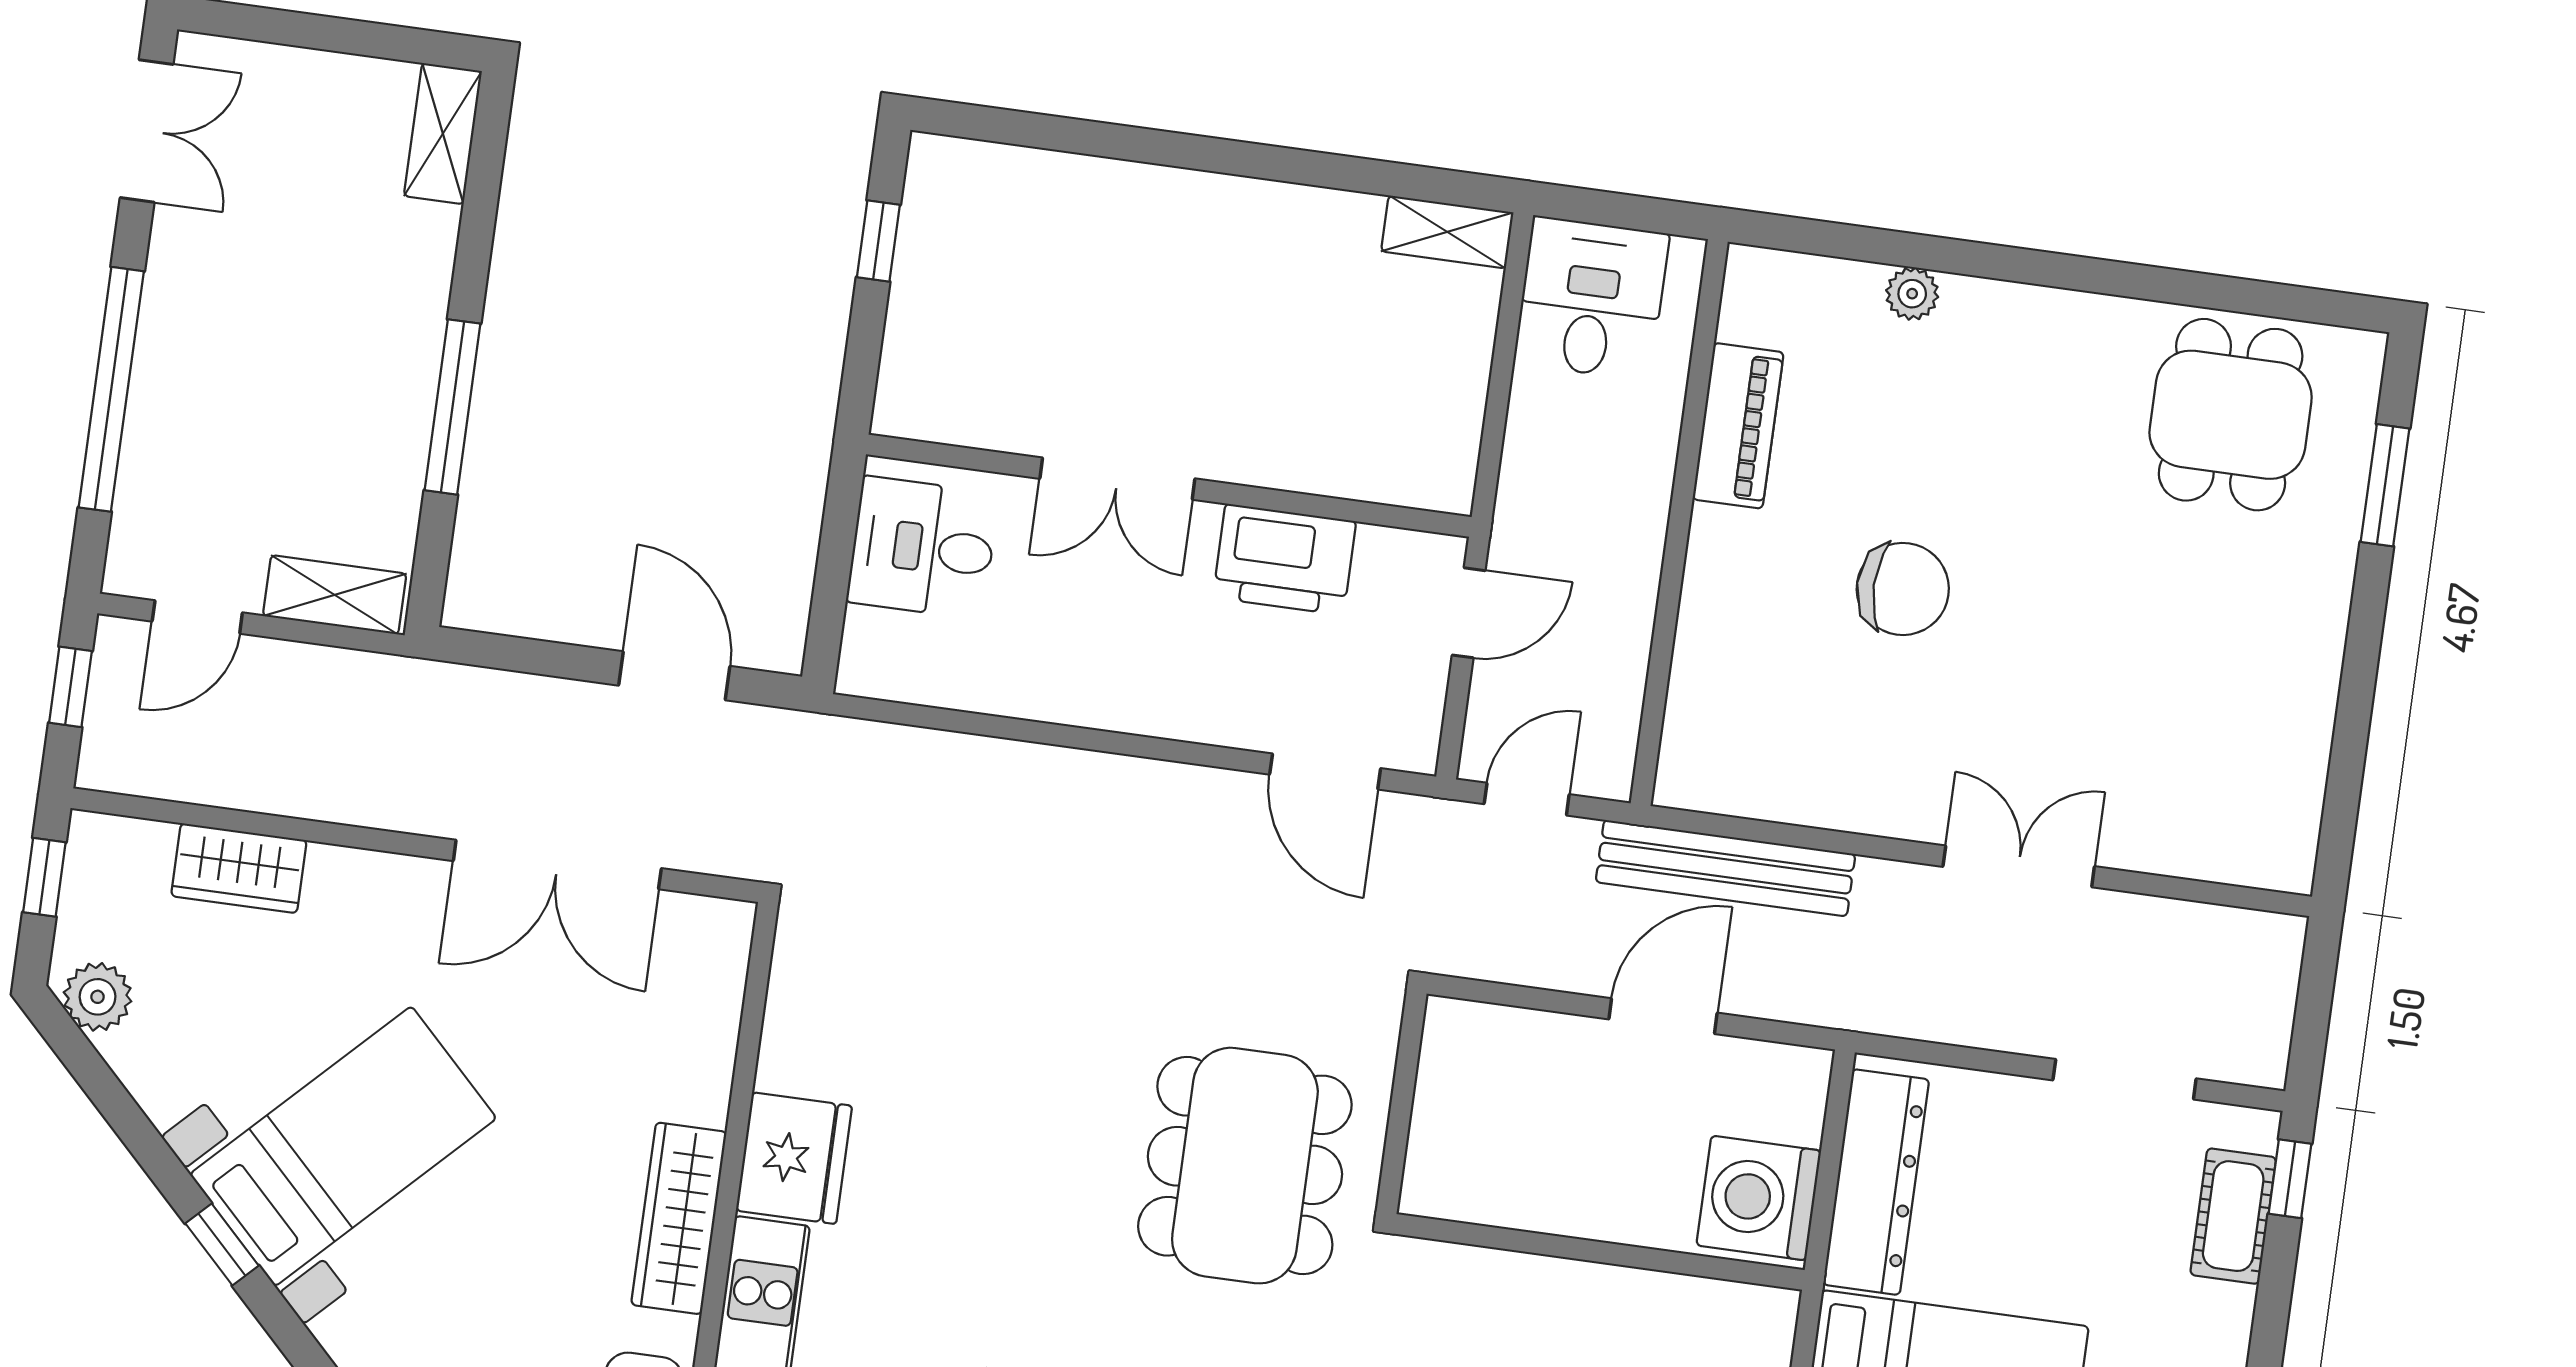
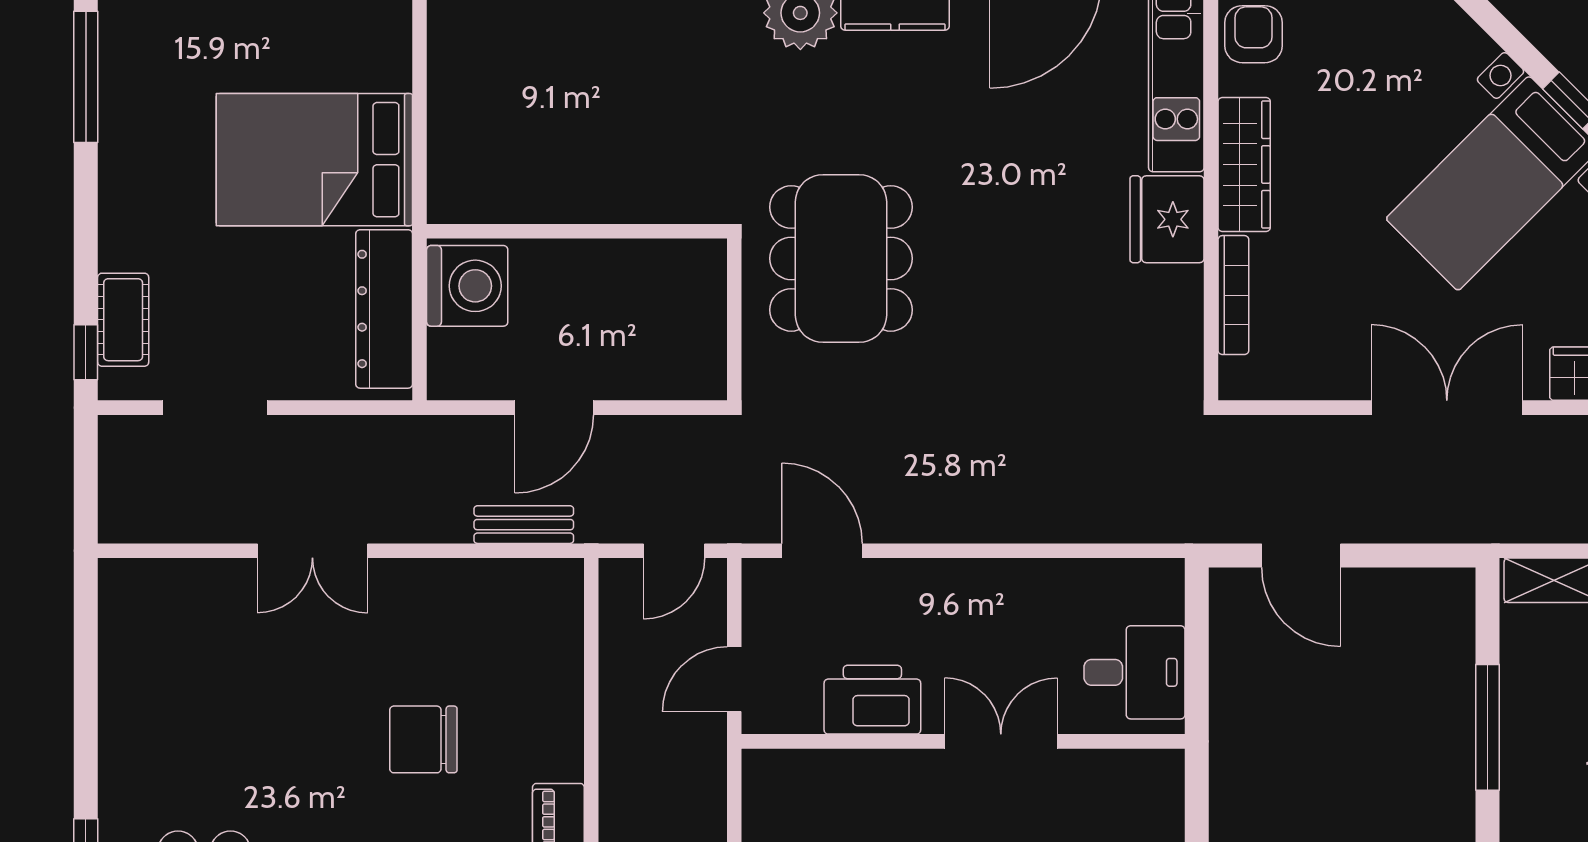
double door: (557, 865) -> (1447, 408), moved
bench: (1725, 868) -> (524, 525), width x0.54, depth x0.82
bookcase: (718, 1043) -> (1233, 295), added

